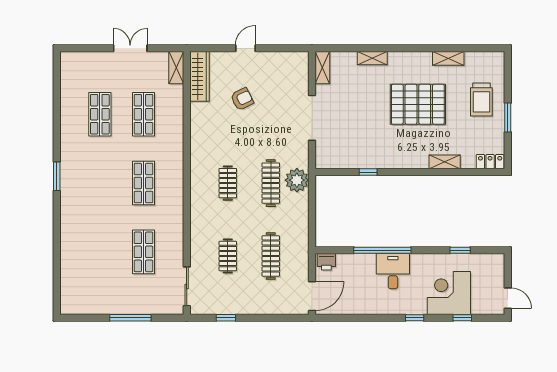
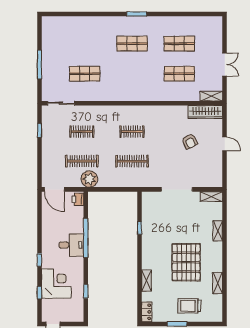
plant: (297, 180) -> (89, 179), moved
shop shelf: (144, 183) -> (132, 44), moved

